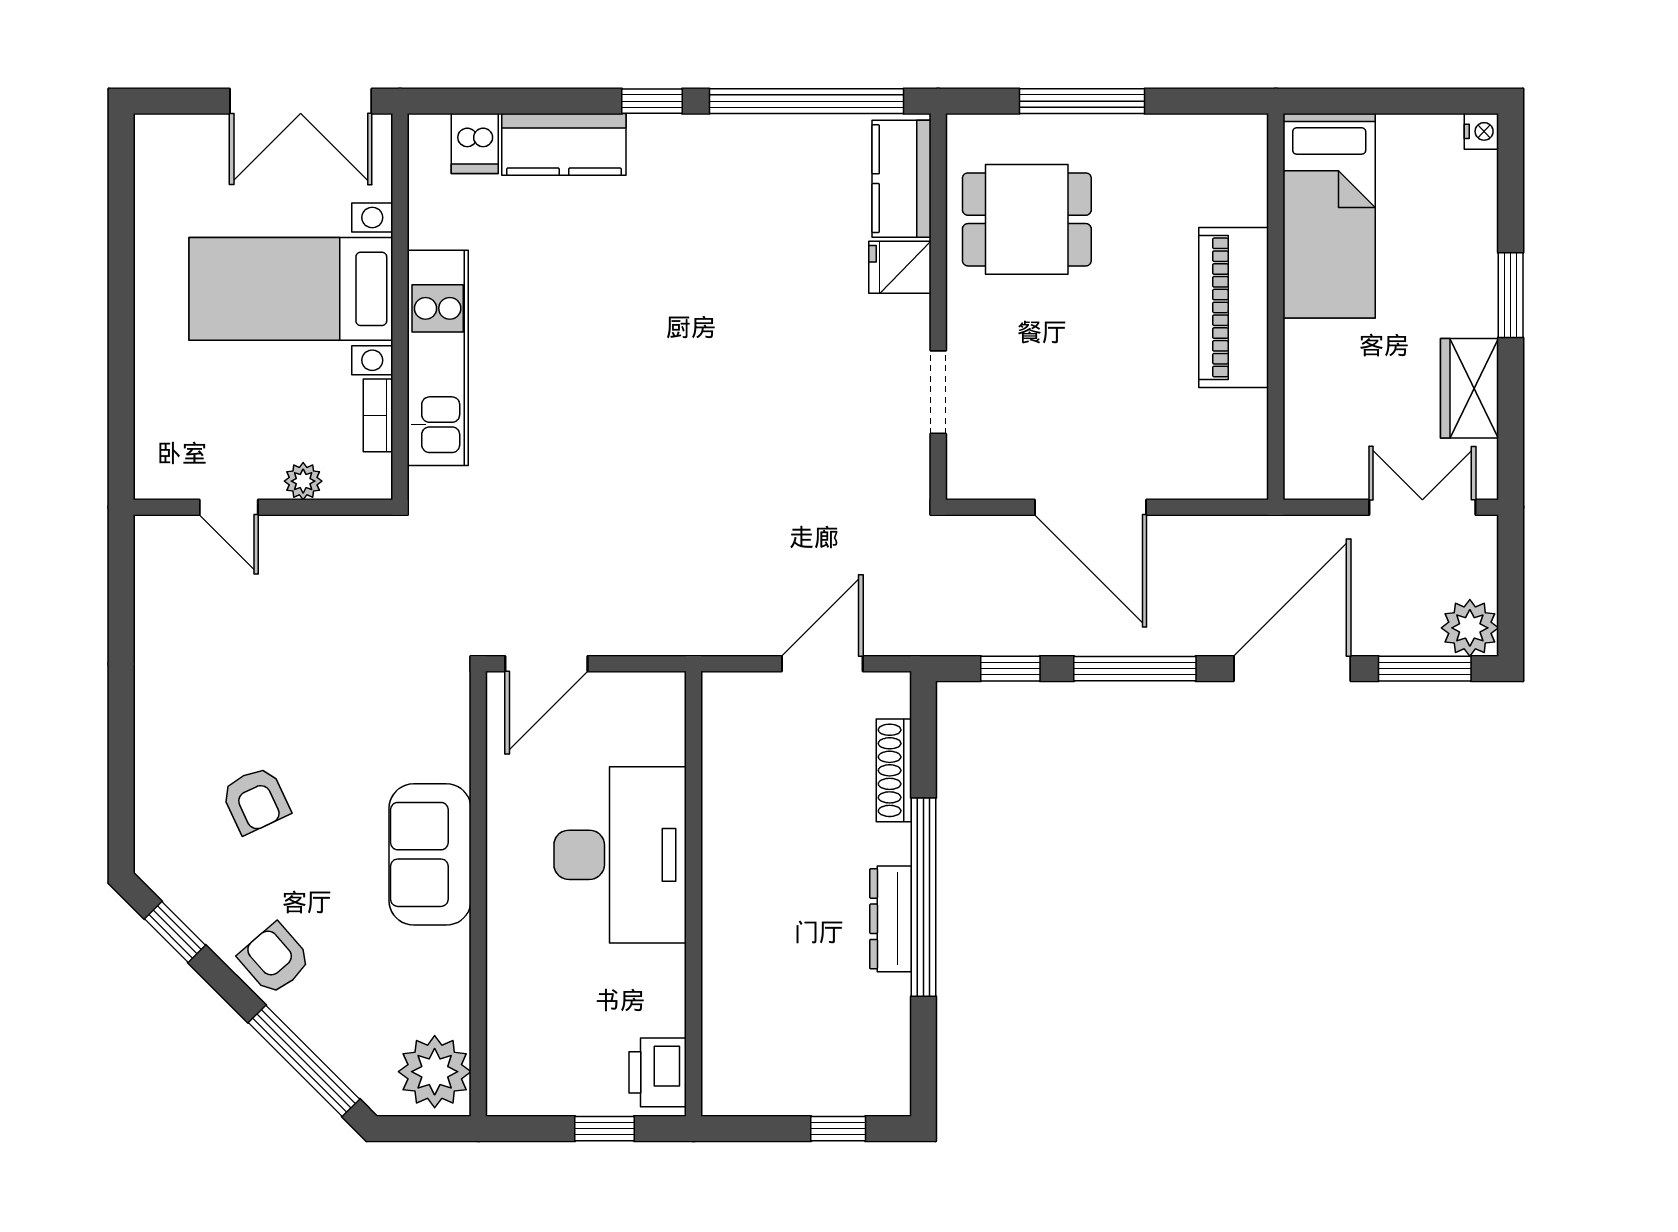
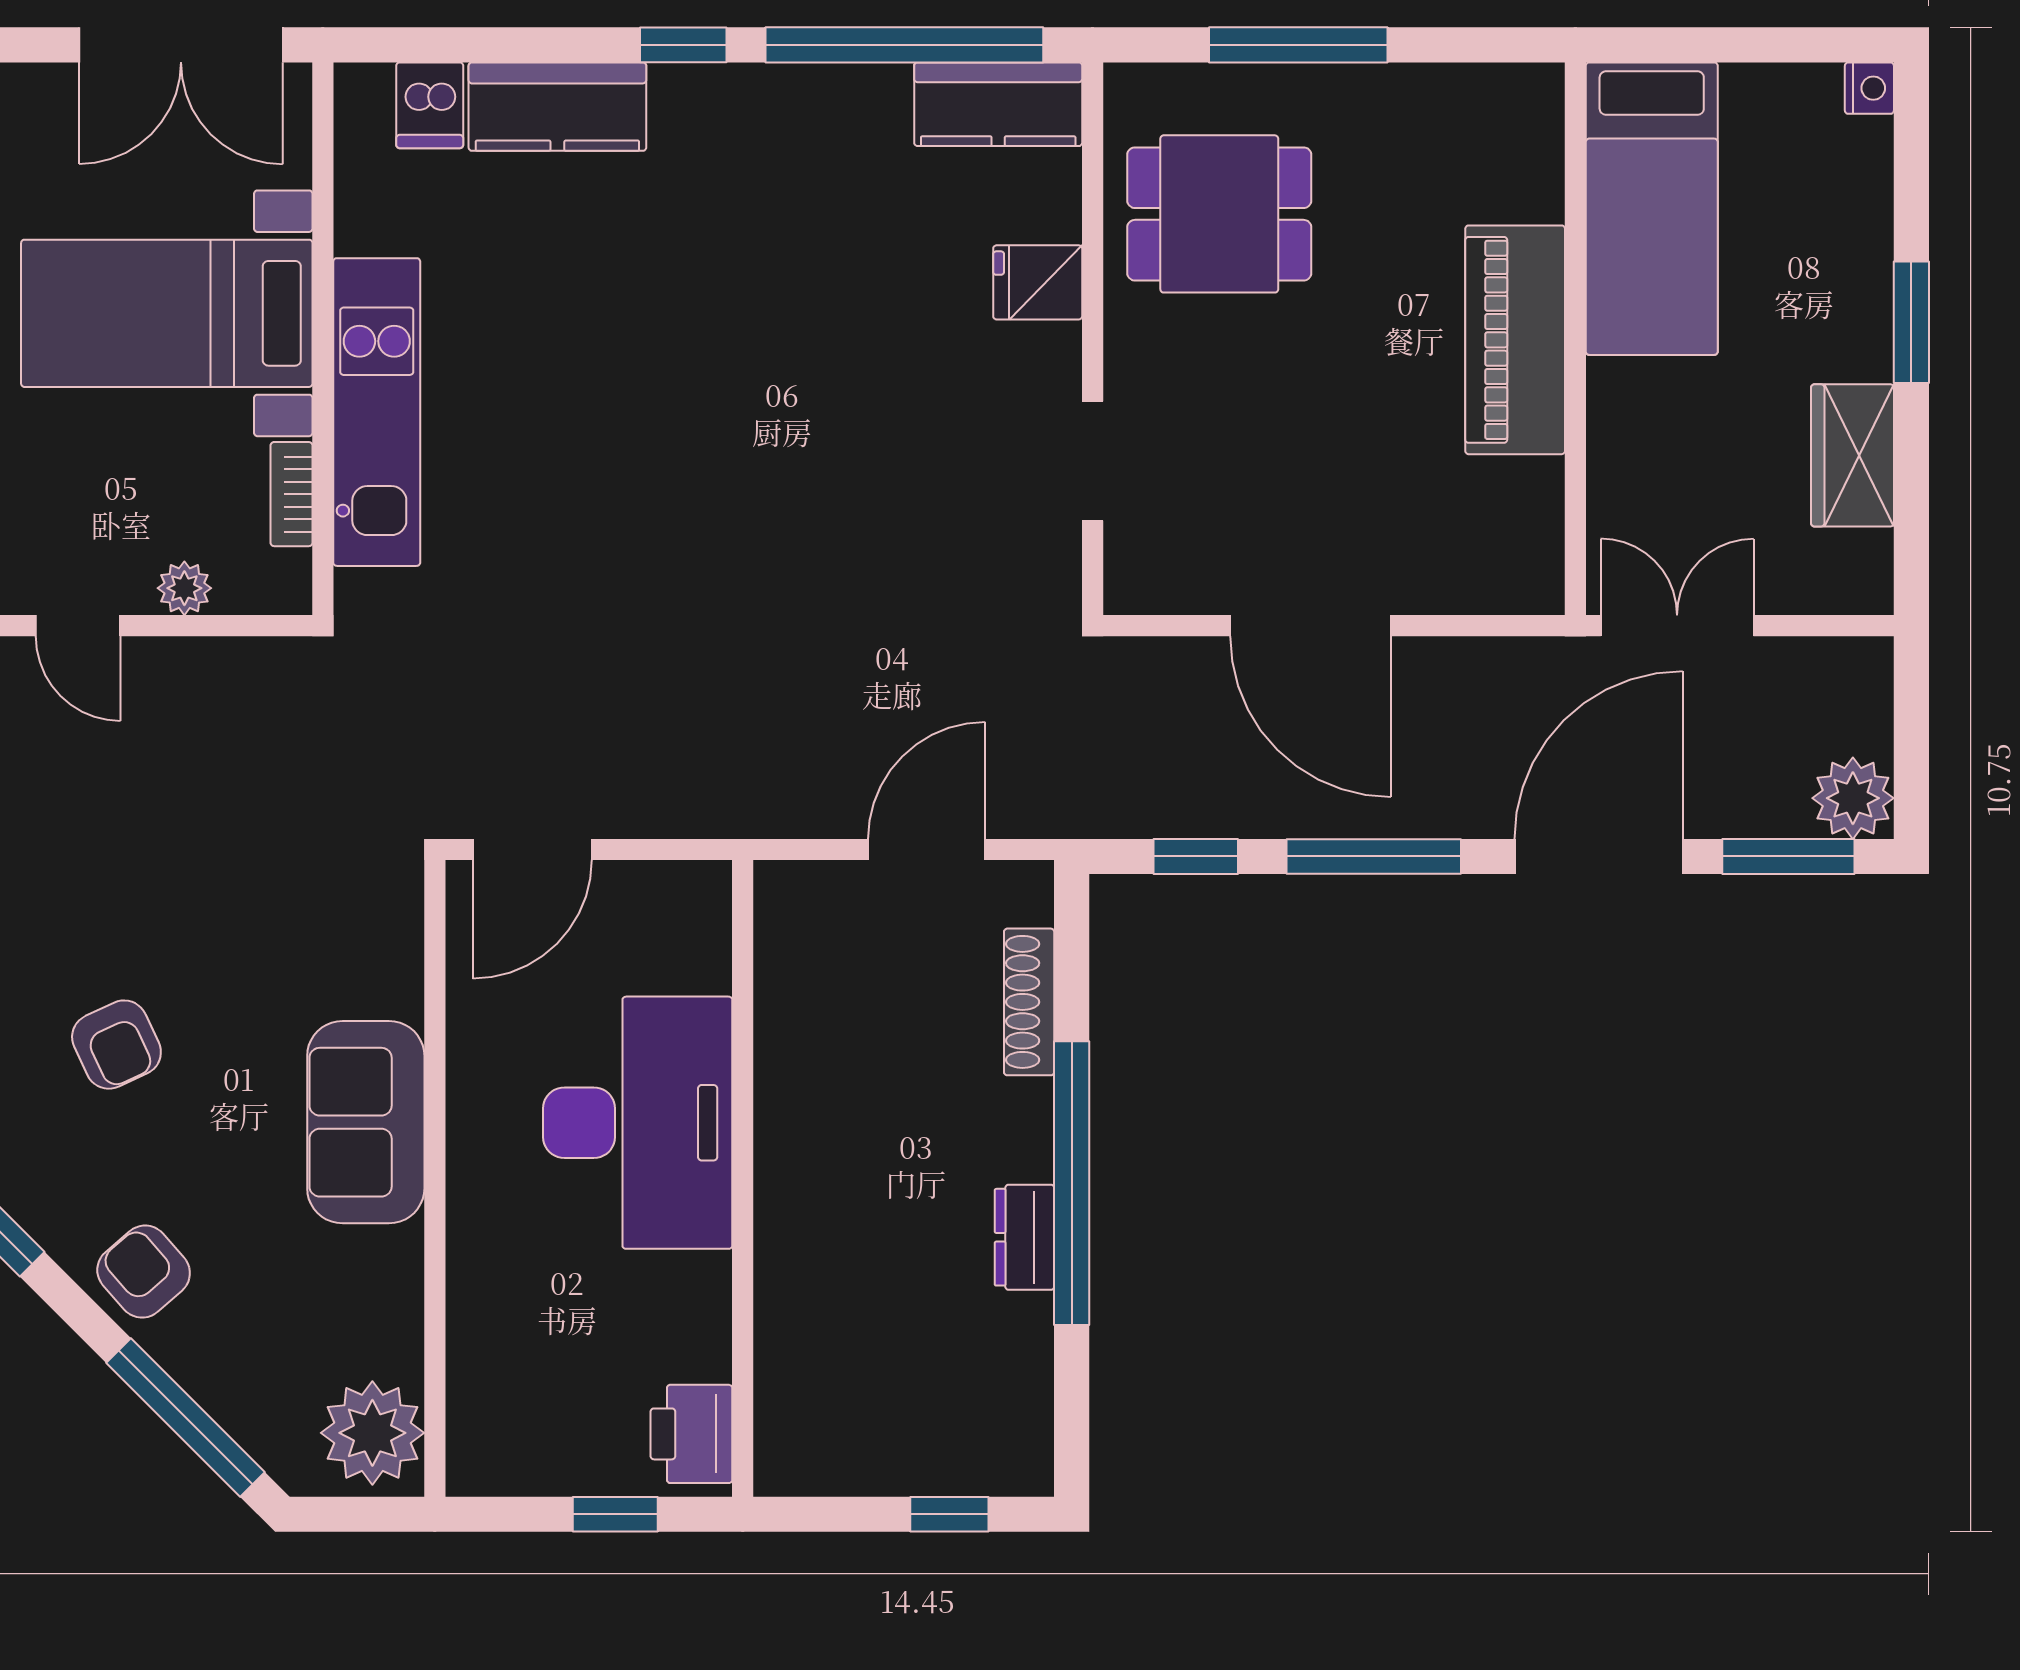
kitchen counter: (902, 179) -> (998, 104), moved, turned -90
double door: (1422, 507) -> (1677, 626), moved
dresser: (891, 919) -> (1024, 1237), width x0.70

